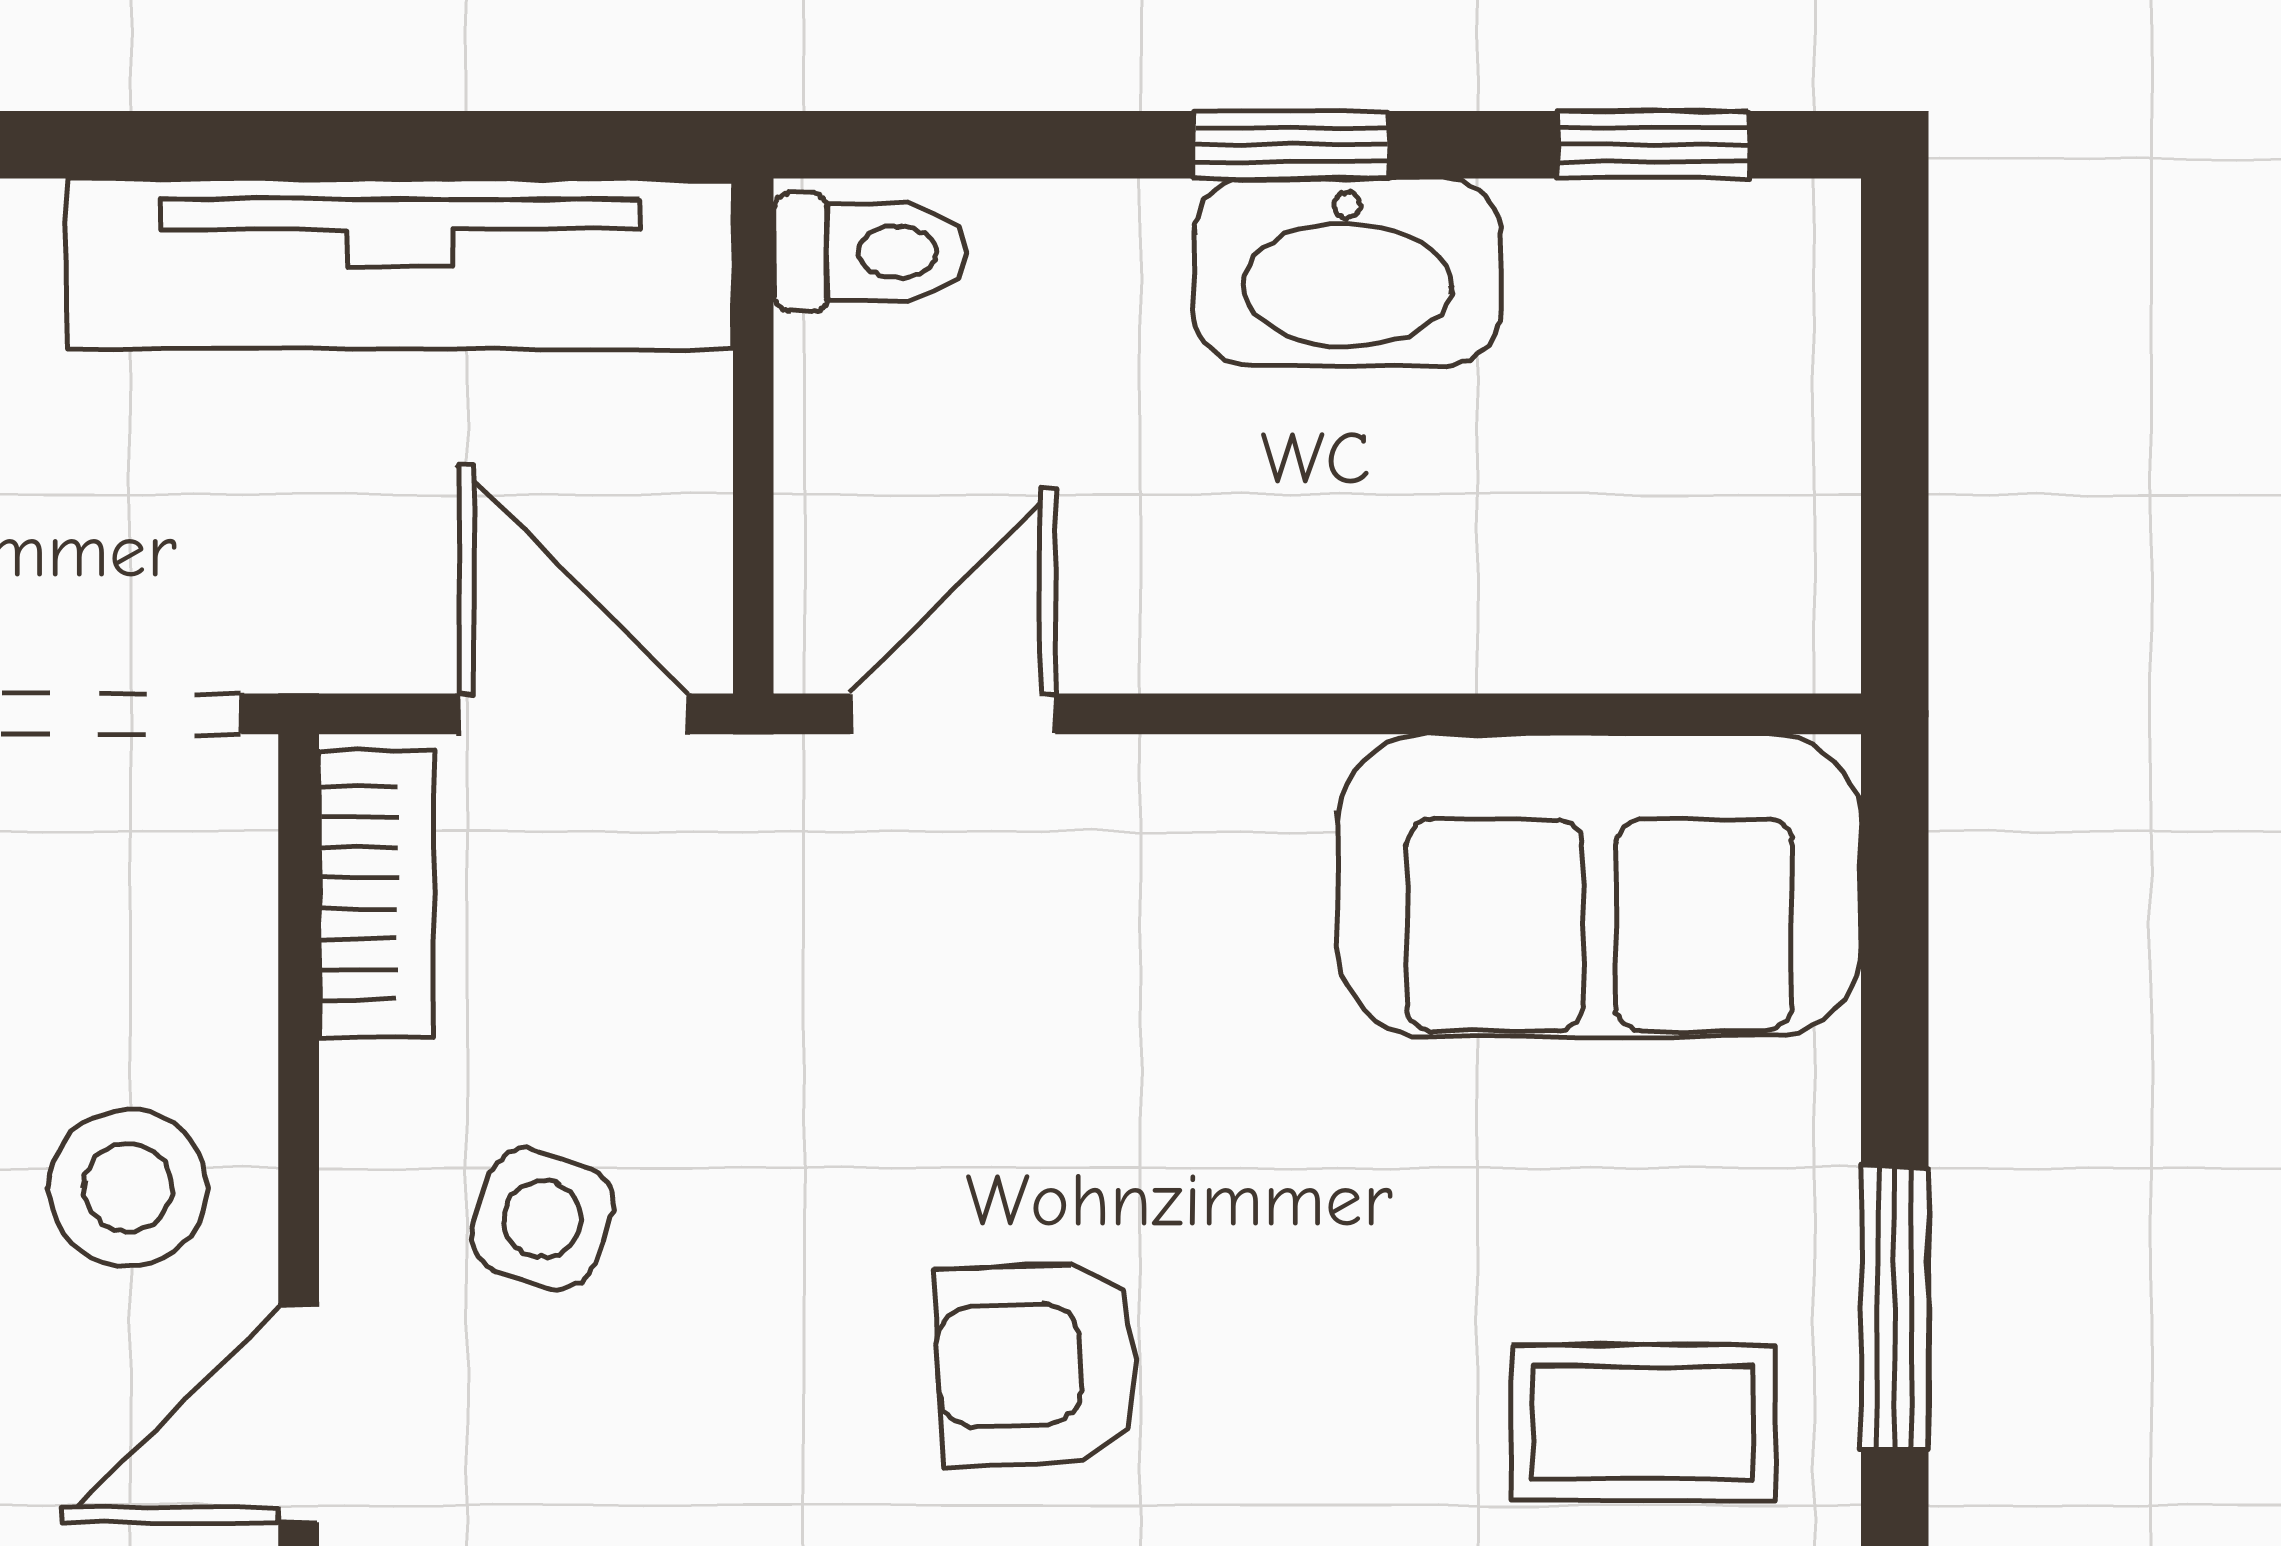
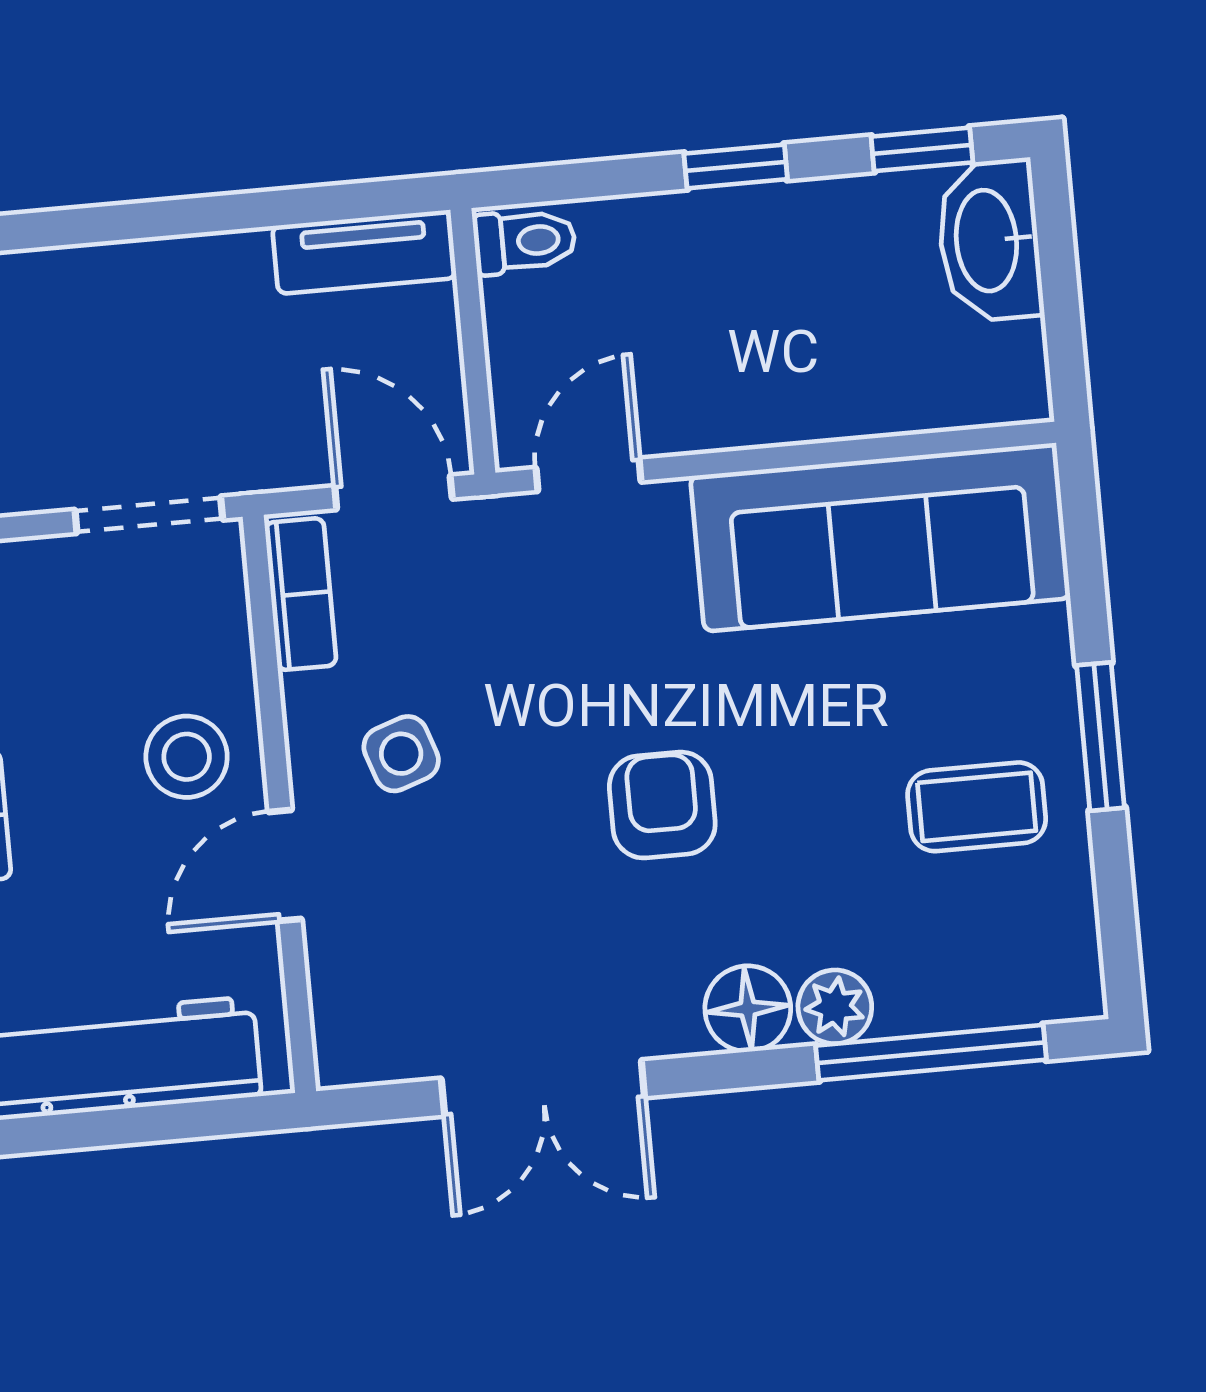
tv unit: (400, 264) -> (364, 252), width x0.52, depth x0.78
washbasin: (1347, 272) -> (989, 240), moved, turned 90
sofa: (1599, 885) -> (880, 537), width x1.36
side table: (542, 1219) -> (401, 754), turned -38
armchair: (1037, 1364) -> (662, 805), turned 93

